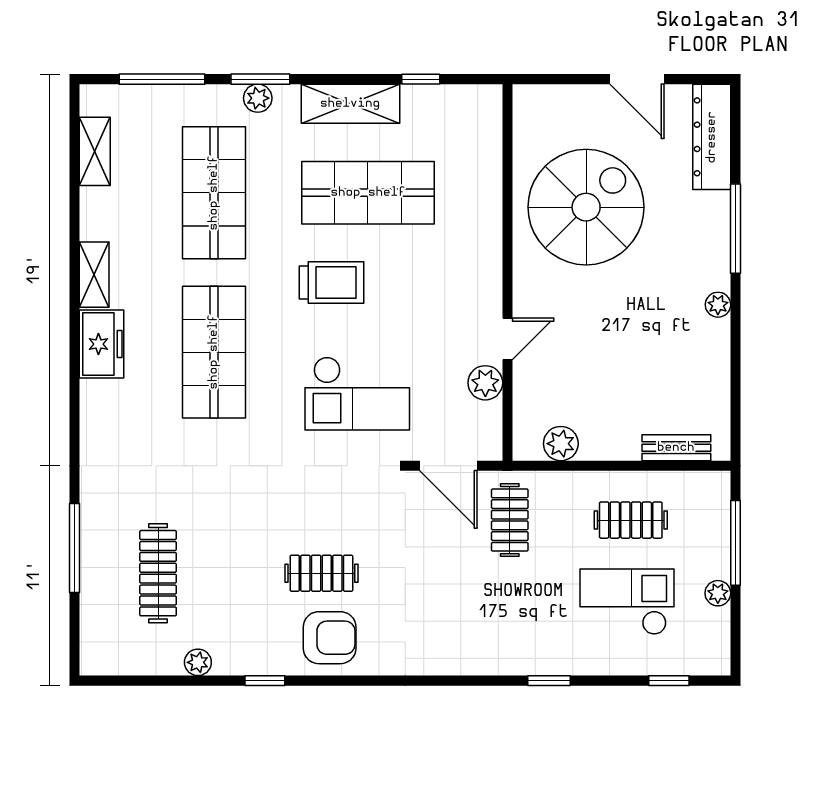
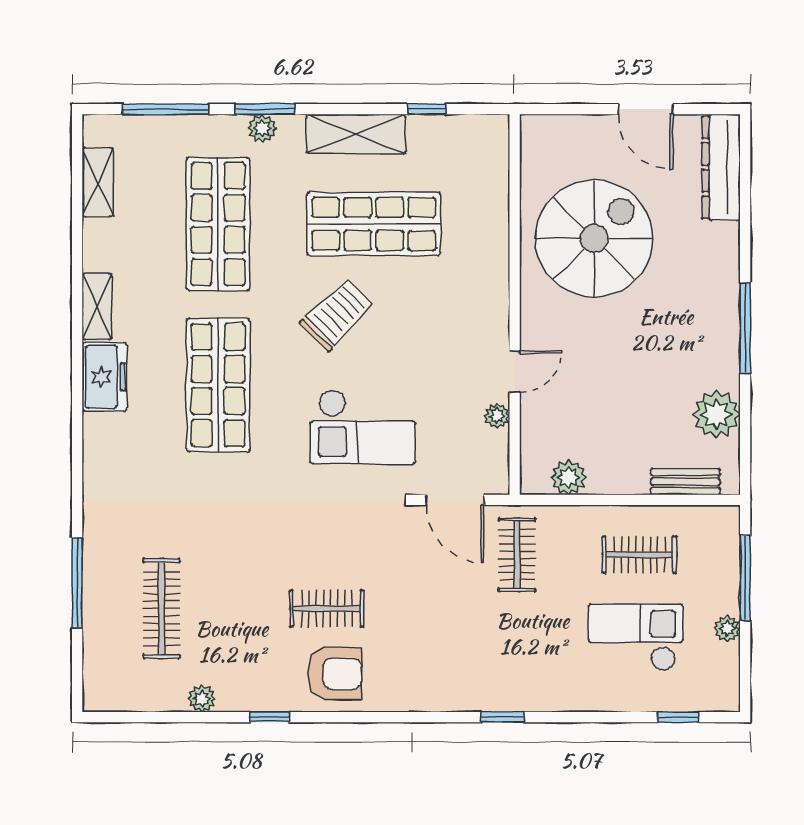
window: (736, 229) -> (745, 328), moved
trolley: (332, 282) -> (337, 315), turned -45
plant: (718, 305) -> (716, 414), moved, width x1.88, depth x1.88
plant: (485, 383) -> (497, 416), width x0.73, depth x0.73
window: (549, 681) -> (502, 717), moved

